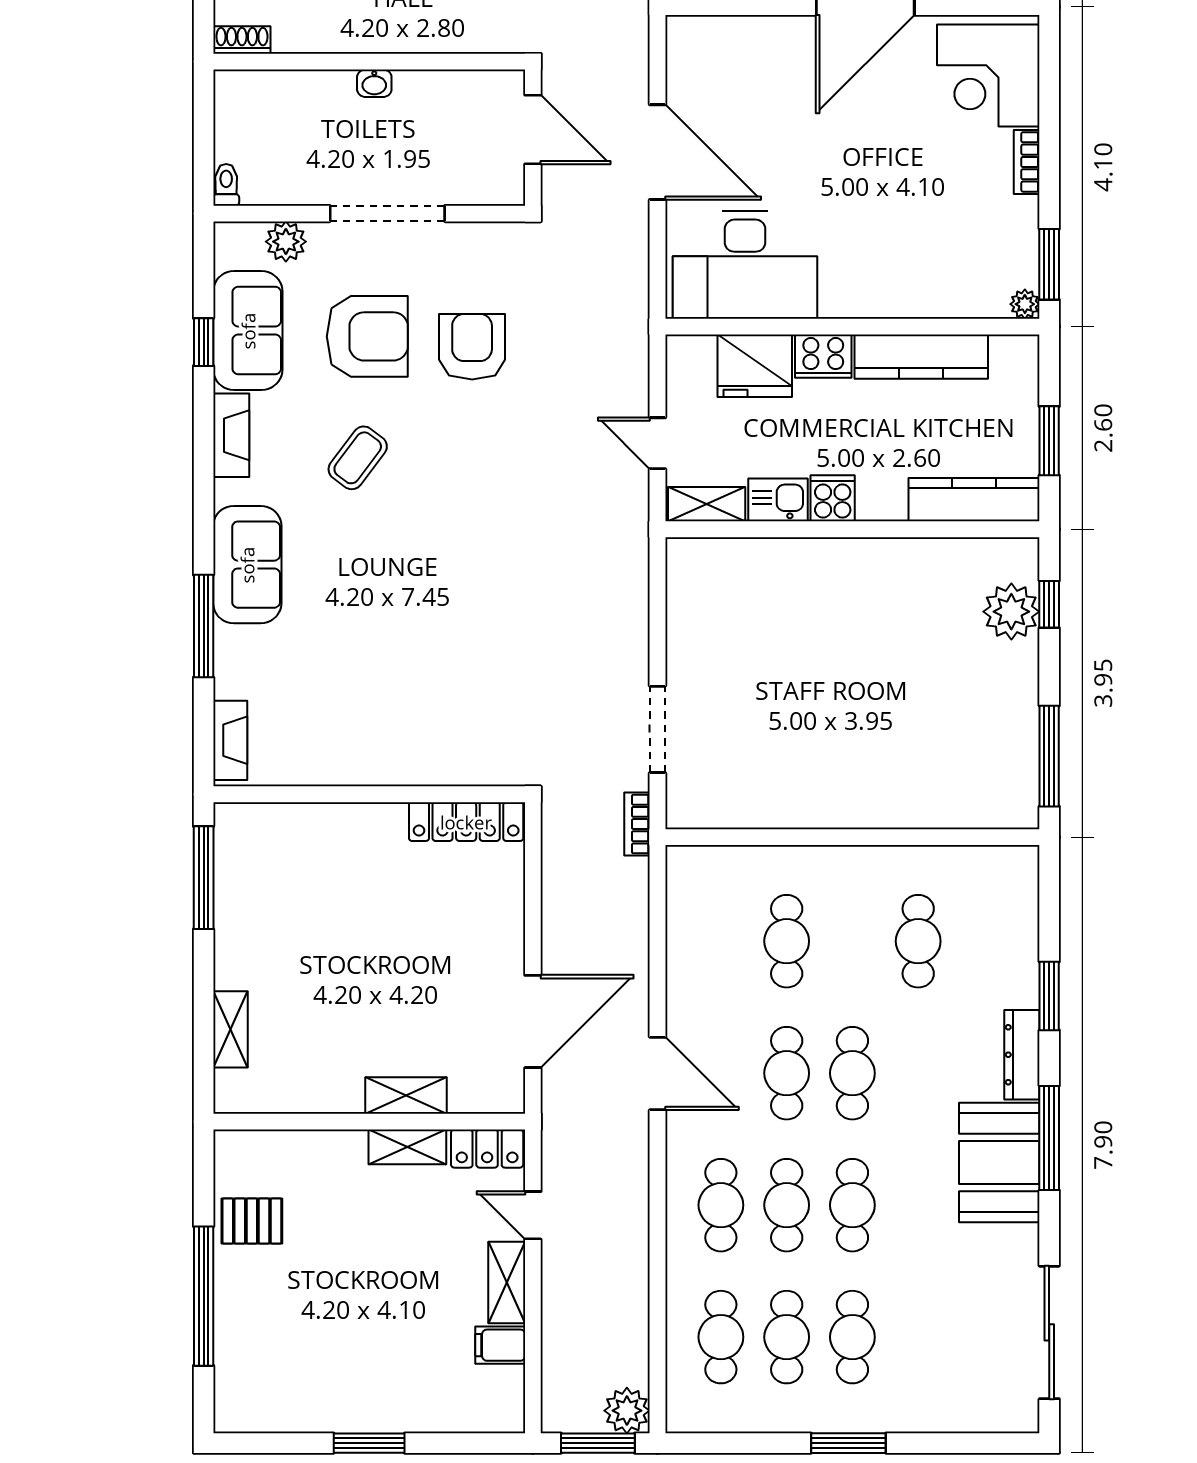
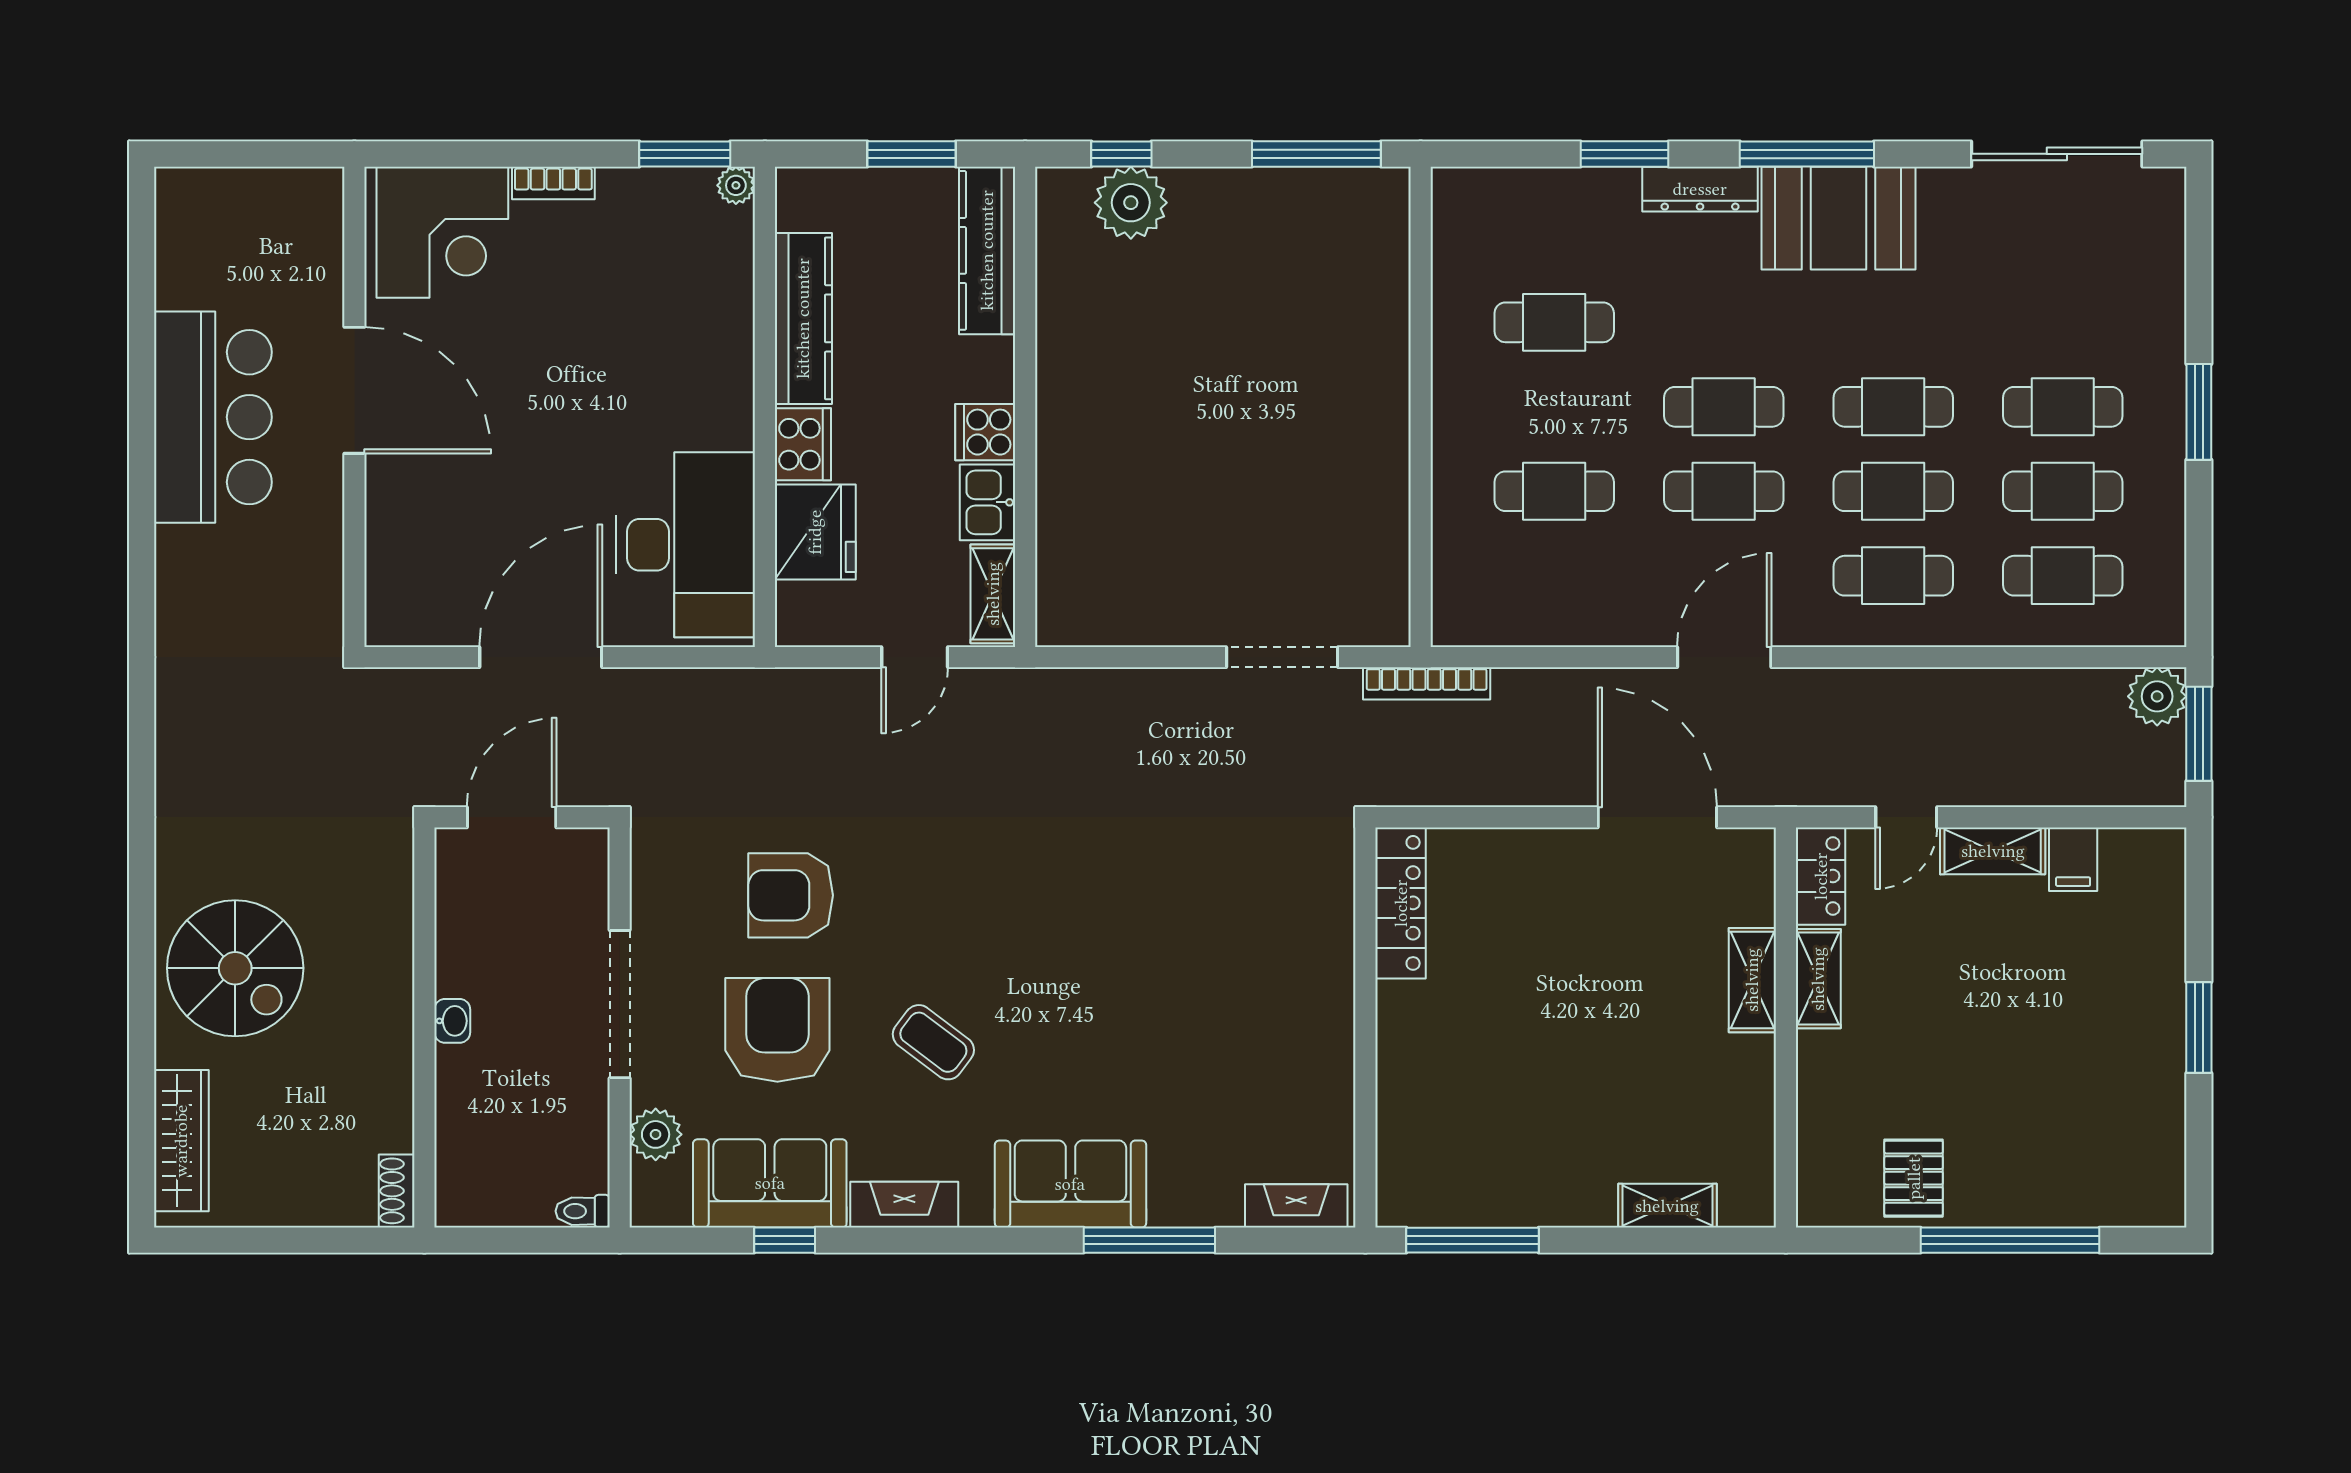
bookcase: (637, 824) -> (1427, 683), width x1.56

